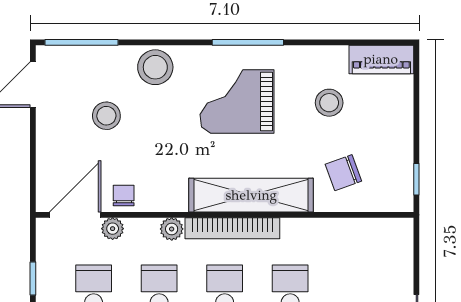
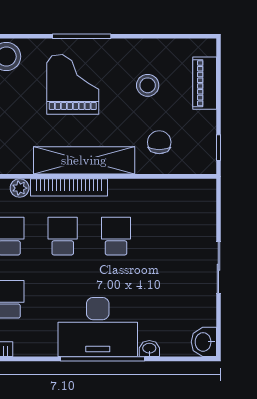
piano: (381, 59) -> (205, 83), moved, turned 90
grand piano: (237, 102) -> (73, 84), turned 90
chair: (343, 173) -> (159, 142), turned 110

